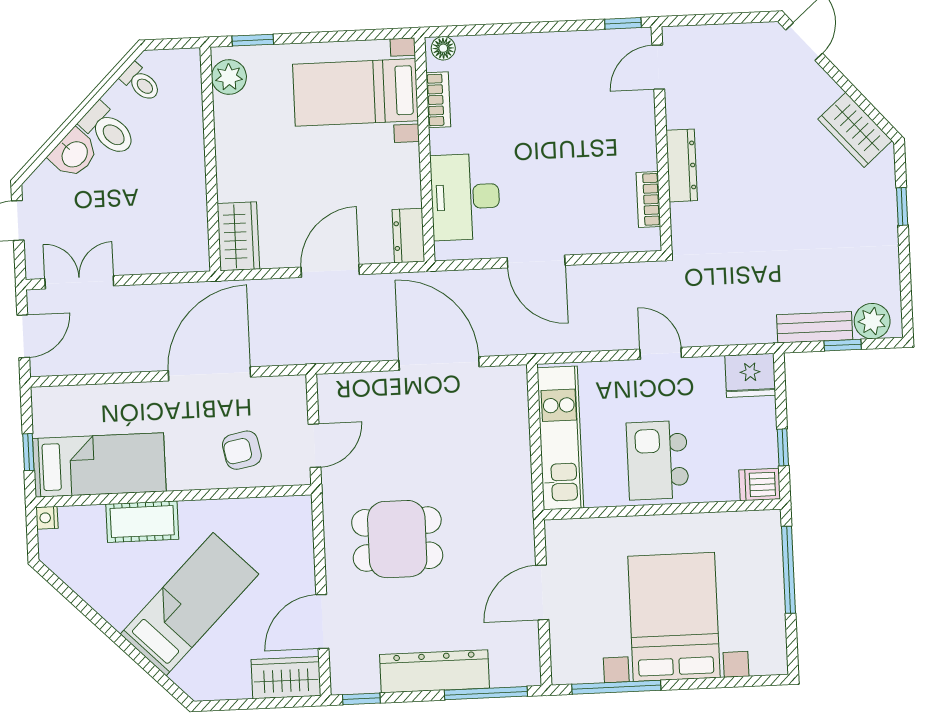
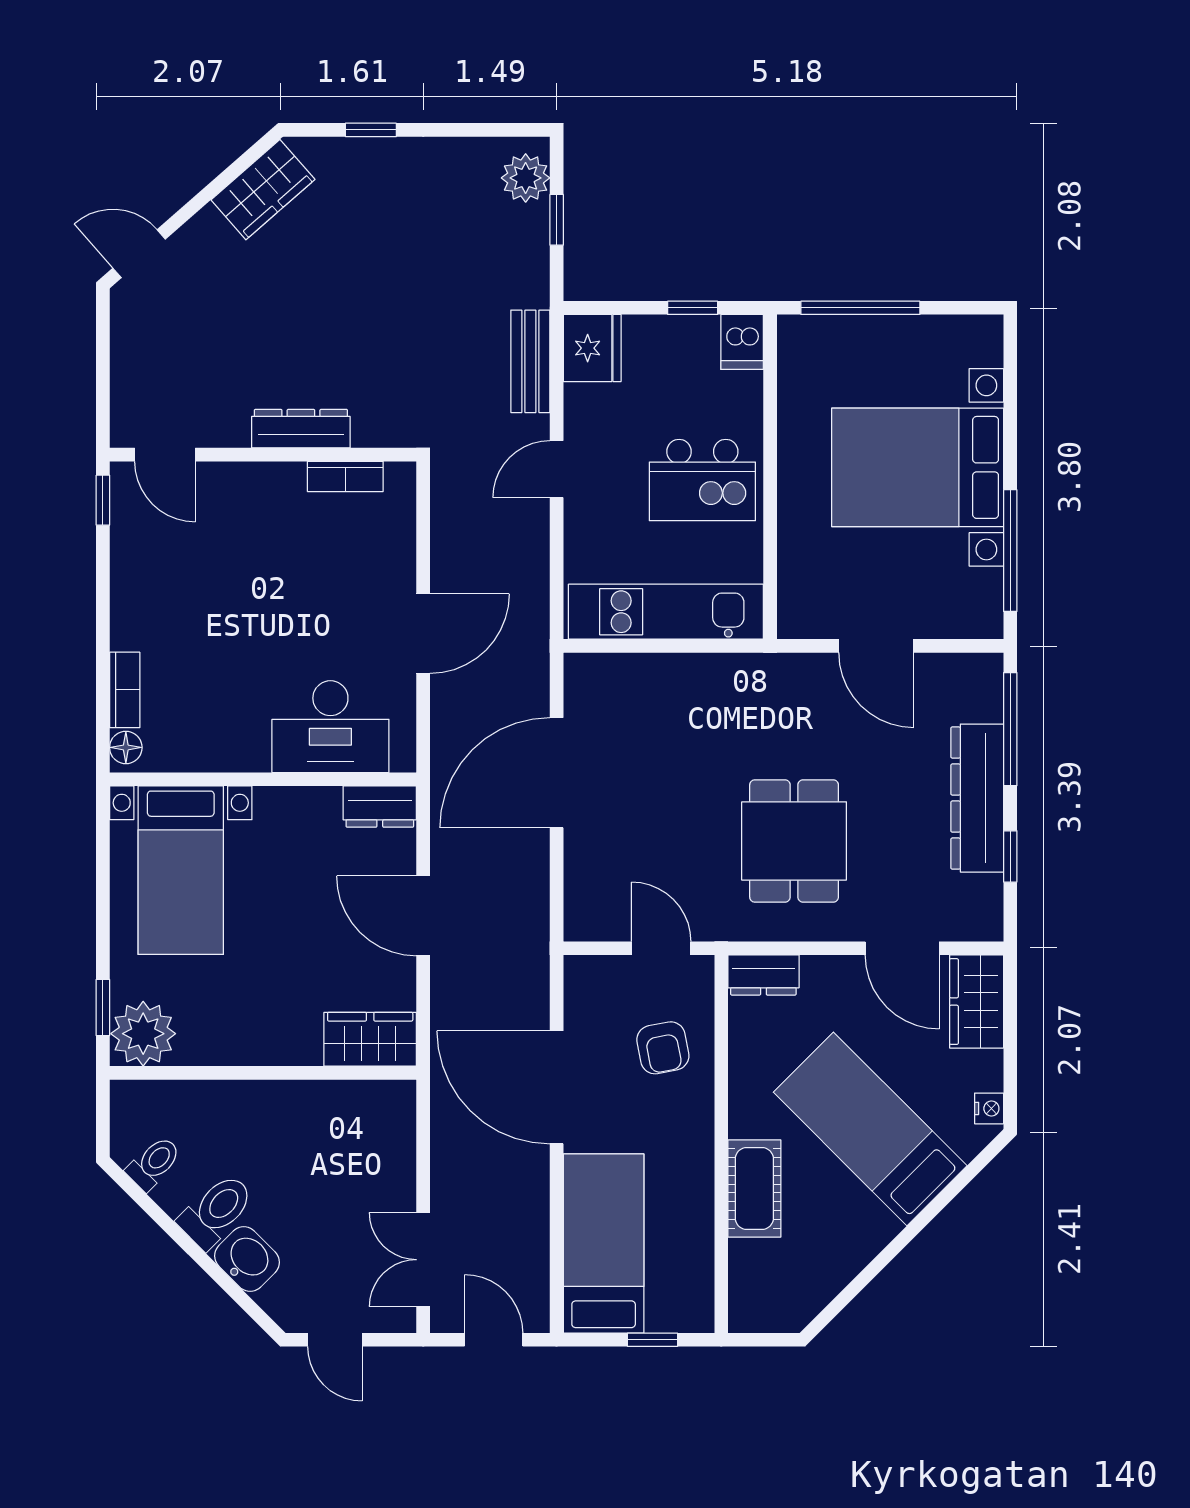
plant: (229, 77) -> (143, 1034), width x1.36, depth x1.36
bookcase: (438, 100) -> (125, 690), moved, turned 90
bench: (815, 327) -> (530, 361), moved
bed: (99, 465) -> (604, 1243), moved
nightstand: (47, 518) -> (989, 1108), moved, turned -90
dresser: (298, 521) -> (763, 975), added
window: (361, 699) -> (1010, 856), moved

